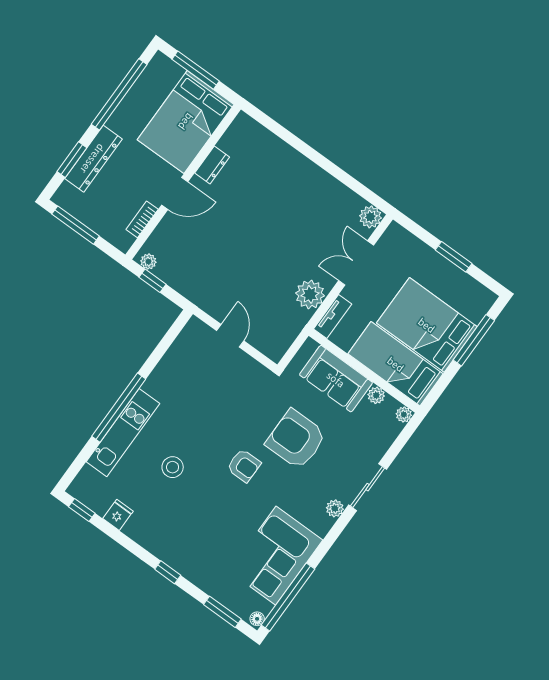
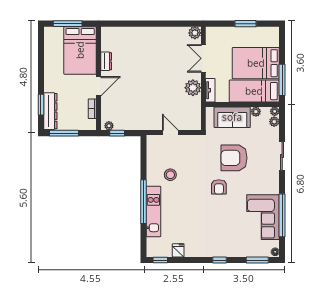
window: (119, 94) -> (41, 60), removed
dresser: (93, 159) -> (50, 111), moved
window: (474, 340) -> (282, 80), moved
armchair: (244, 466) -> (219, 187), turned 90
stool: (173, 467) -> (170, 175), moved
plant: (335, 508) -> (274, 122), moved
window: (288, 597) -> (282, 215), moved

